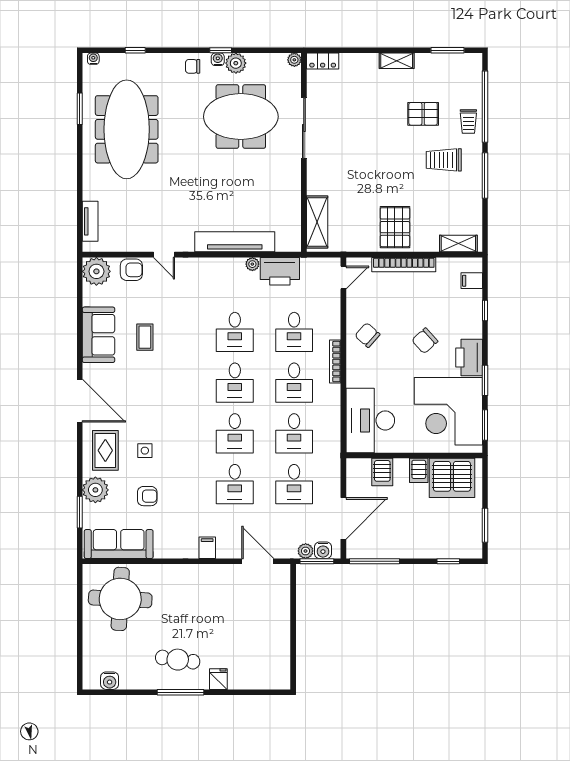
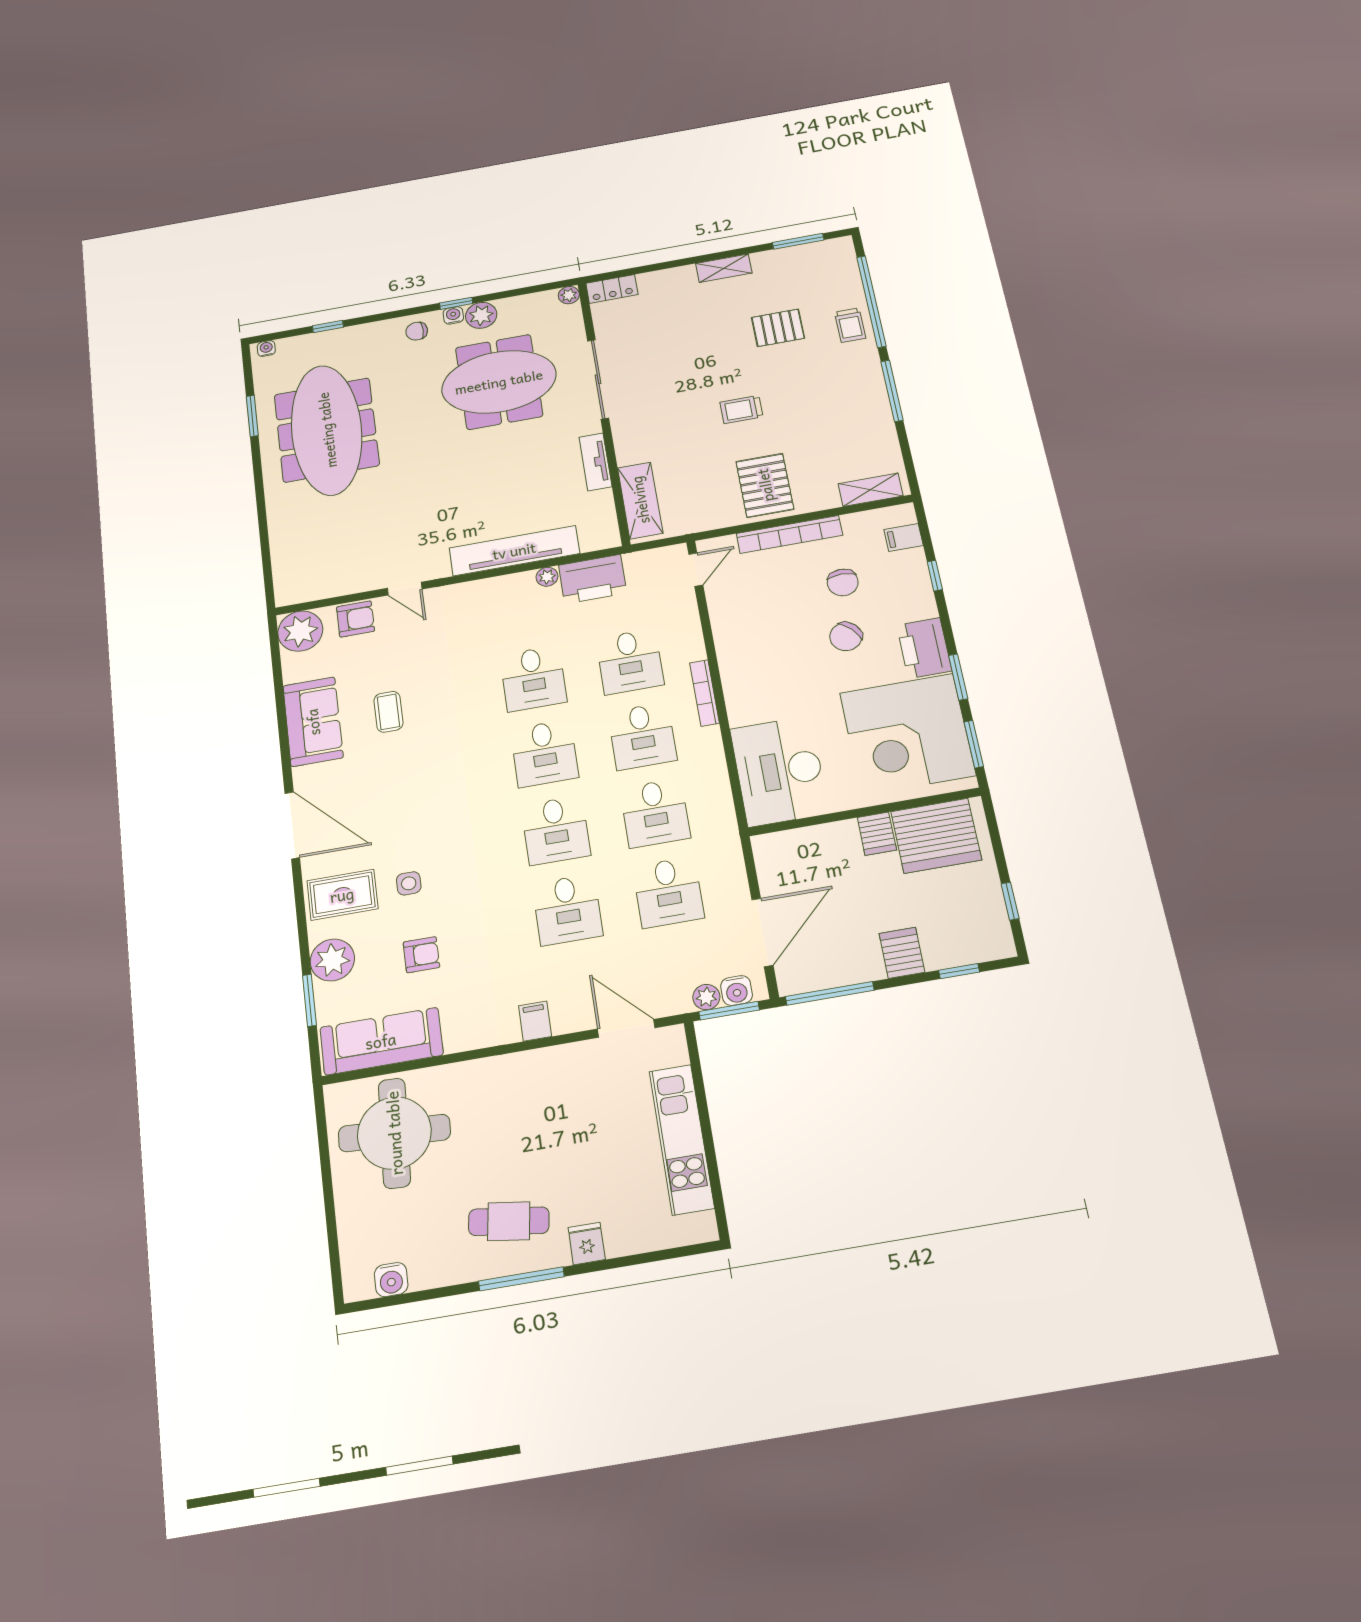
trolley: (444, 160) -> (741, 410), moved, width x0.73, depth x0.72
tv unit: (90, 221) -> (595, 462), moved, turned 180
chair: (367, 335) -> (843, 582), moved, turned -132
rug: (105, 450) -> (342, 895), turned 90
server rack: (382, 472) -> (902, 953), moved, turned 180
window: (485, 525) -> (1010, 901), width x0.67
kitchen unit: (279, 630) -> (682, 1139), added

